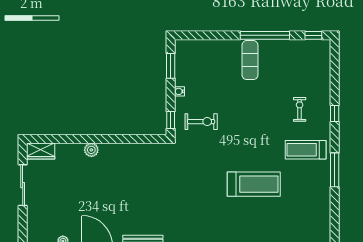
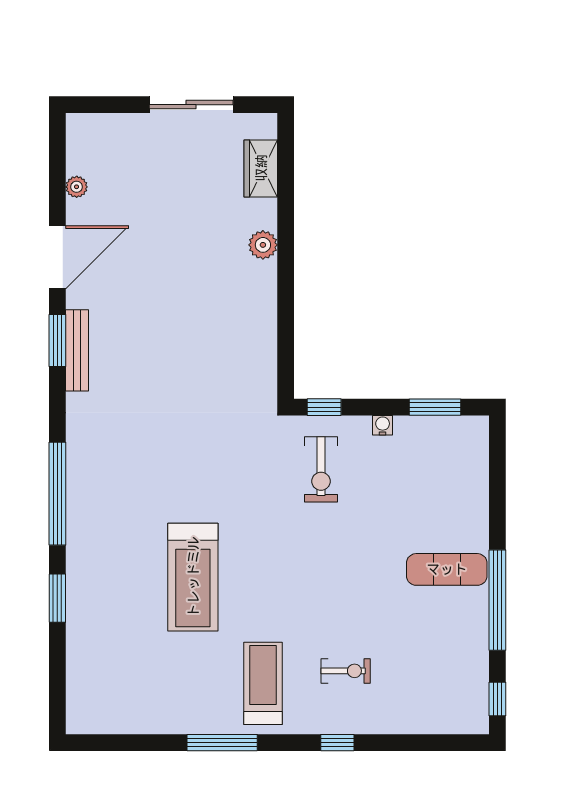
wardrobe: (41, 151) -> (261, 168), moved

